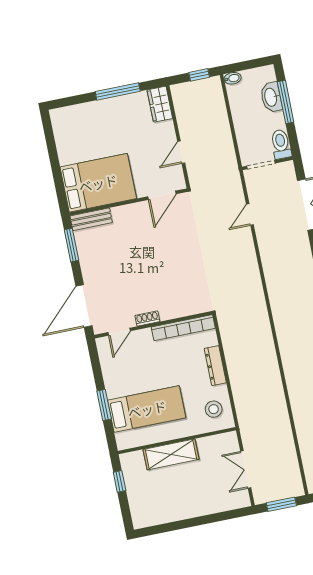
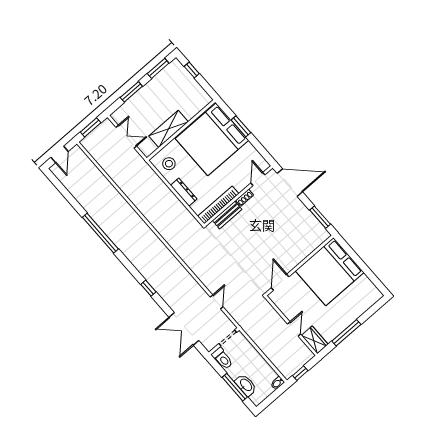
door: (181, 152) -> (294, 329), moved
bed: (98, 183) -> (330, 272), width x1.36
bench: (91, 219) -> (227, 215), moved
door: (84, 306) -> (290, 183), hinge flipped
bed: (147, 409) -> (212, 139), width x2.04
shelving: (171, 454) -> (169, 129), moved
window: (120, 481) -> (192, 70), moved
window: (210, 519) -> (131, 92), added
window: (162, 528) -> (158, 68), added

